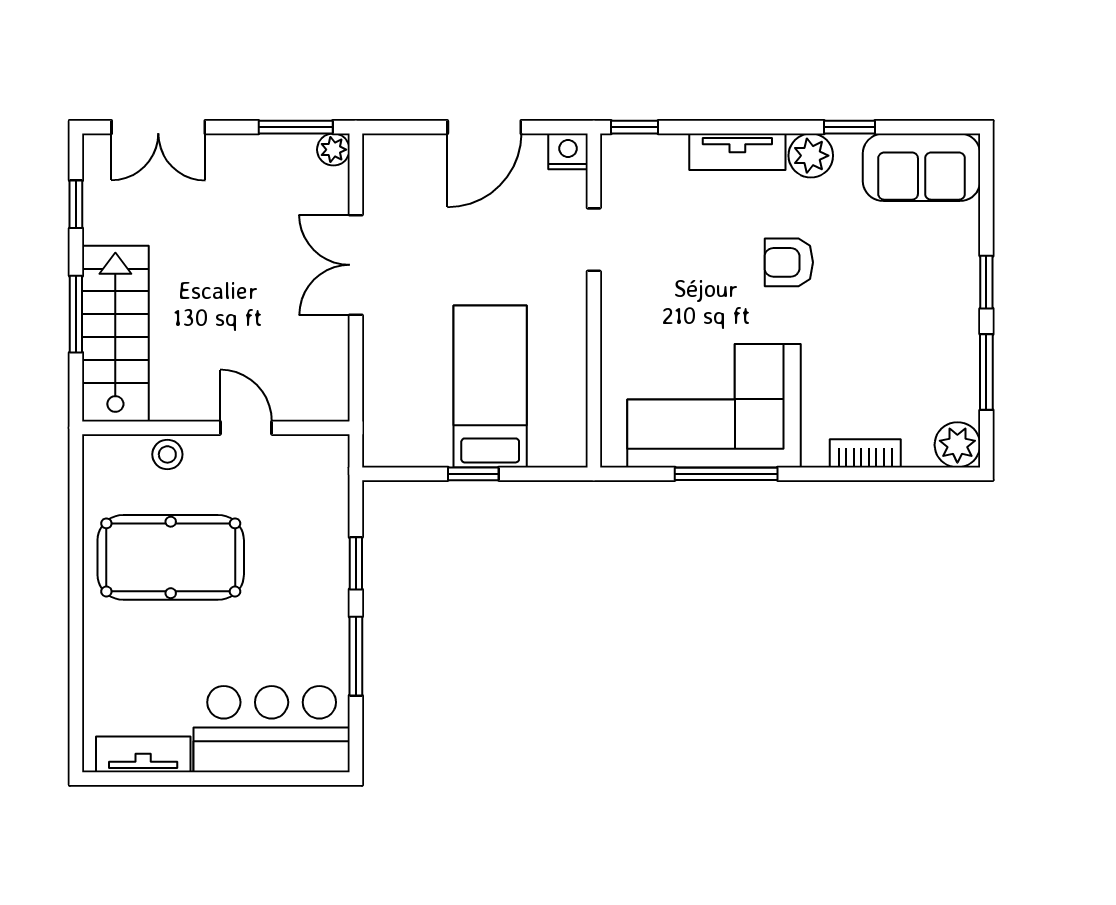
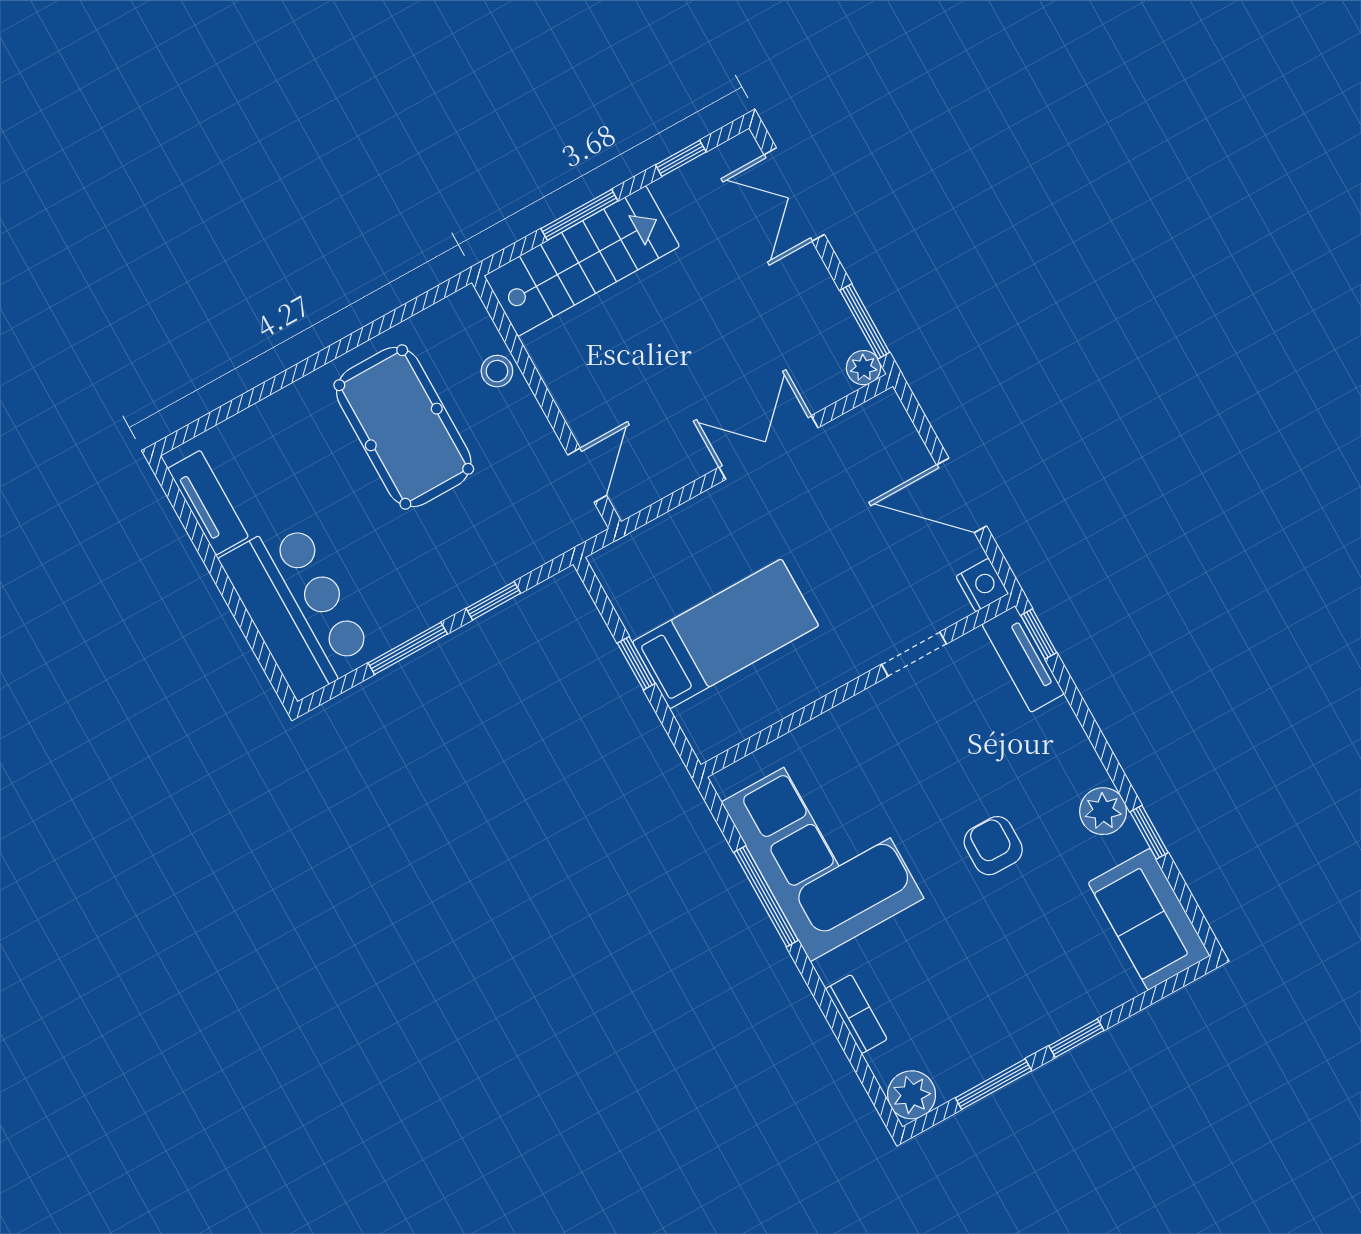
tv unit: (737, 152) -> (1023, 659), moved
door: (246, 428) -> (587, 475), moved

